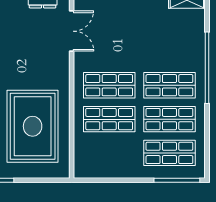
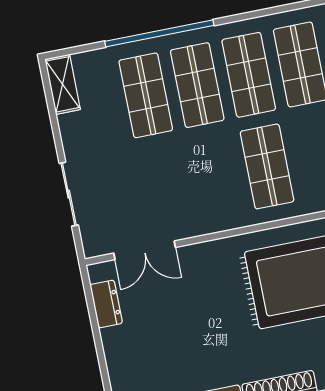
double door: (72, 31) -> (145, 250), swing flipped
shop shelf: (109, 85) -> (146, 95), moved

